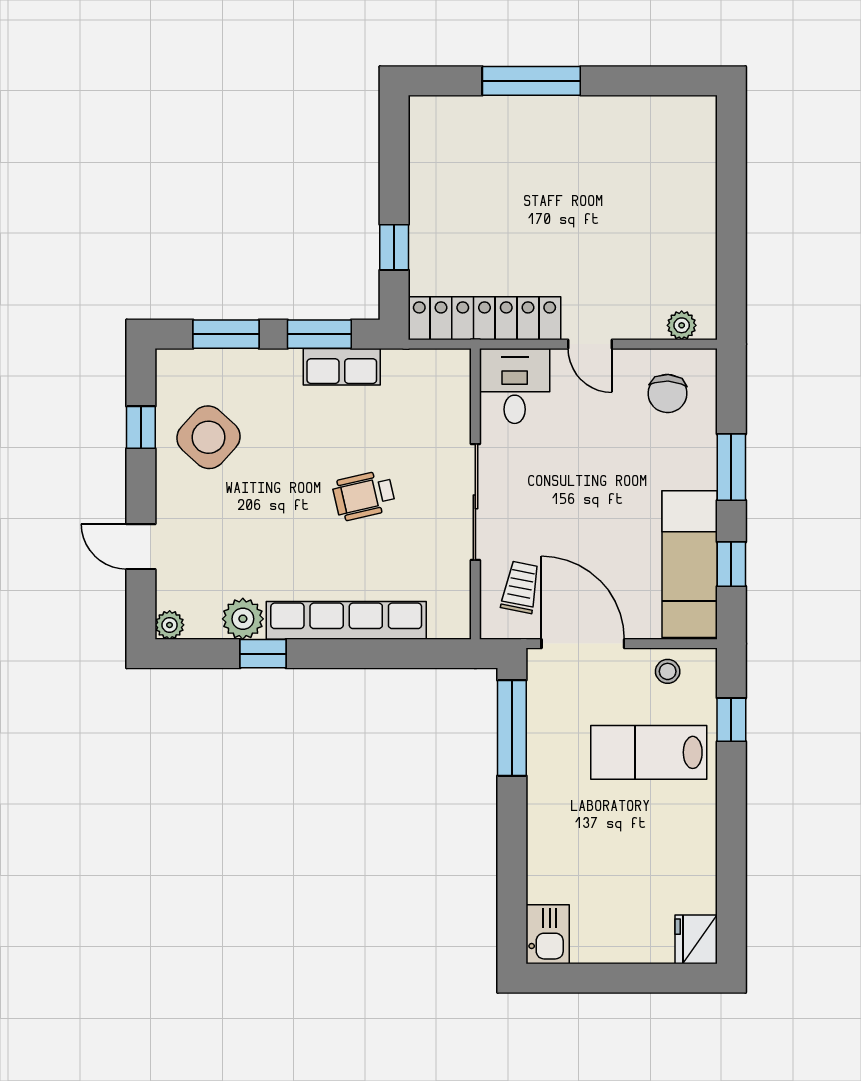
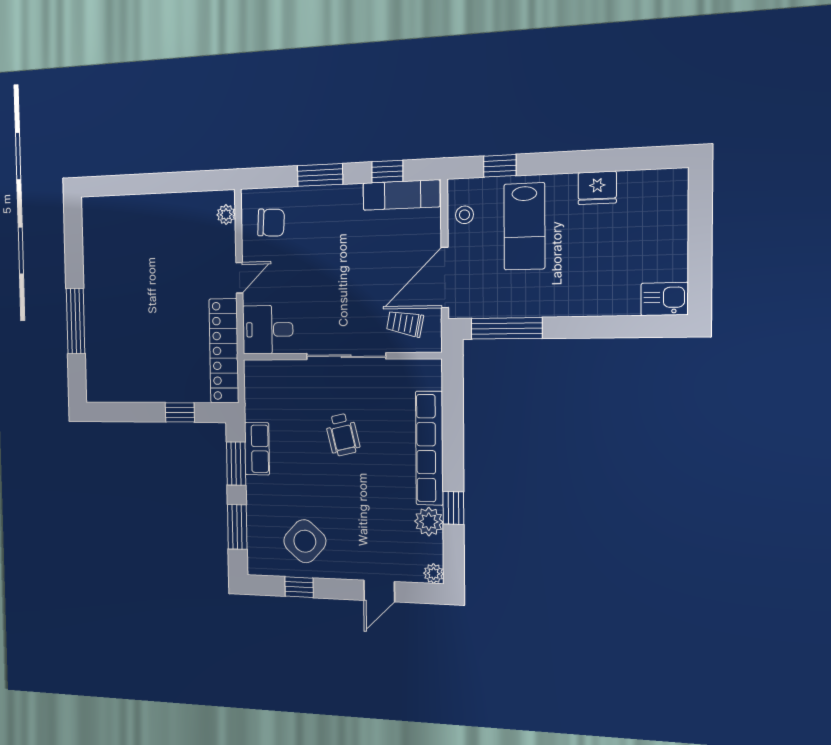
exam couch: (690, 564) -> (401, 195), width x0.73, depth x0.69
fridge: (696, 939) -> (597, 188), moved

